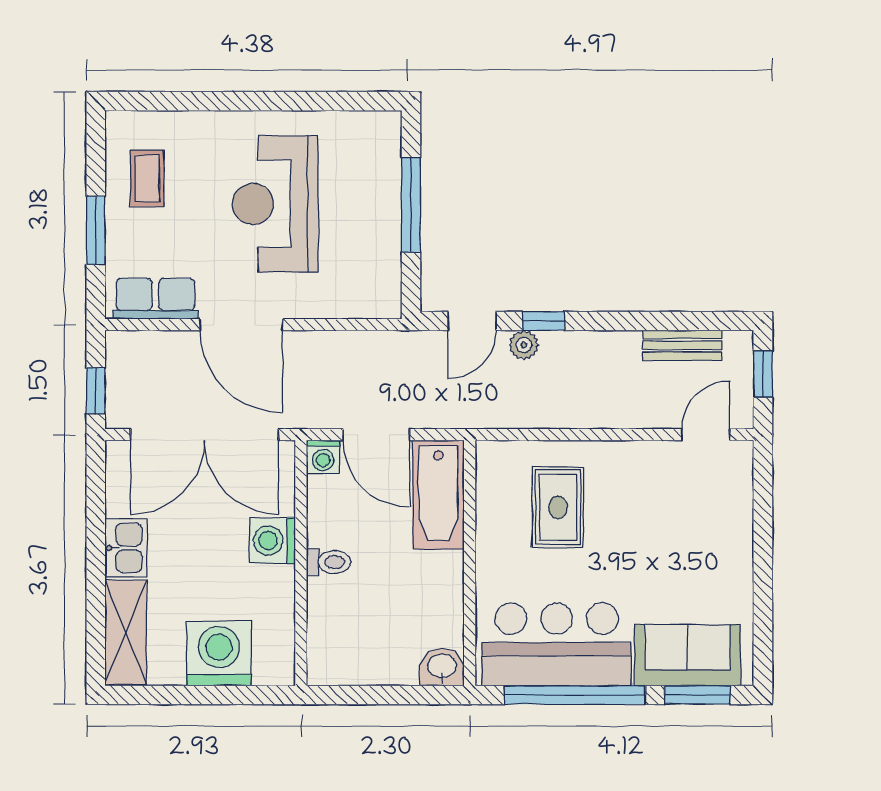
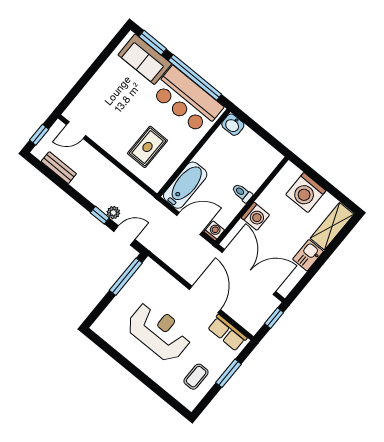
reception desk: (275, 204) -> (159, 332), turned -90
window: (411, 205) -> (126, 277), moved
door: (376, 435) -> (190, 223), hinge flipped

